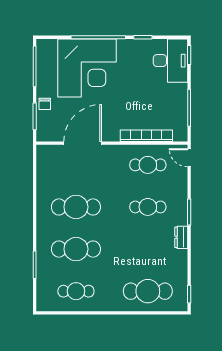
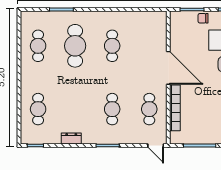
door: (83, 143) -> (168, 68), moved
door: (189, 158) -> (156, 145), swing flipped
cafe table: (76, 207) -> (112, 46), width x0.73, depth x0.74
dresser: (181, 237) -> (71, 139), moved
cafe table: (148, 291) -> (38, 109), width x0.73, depth x0.74

